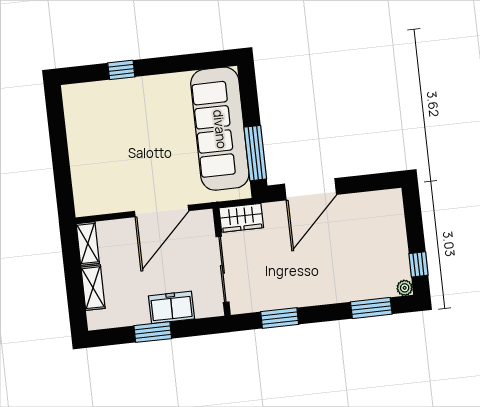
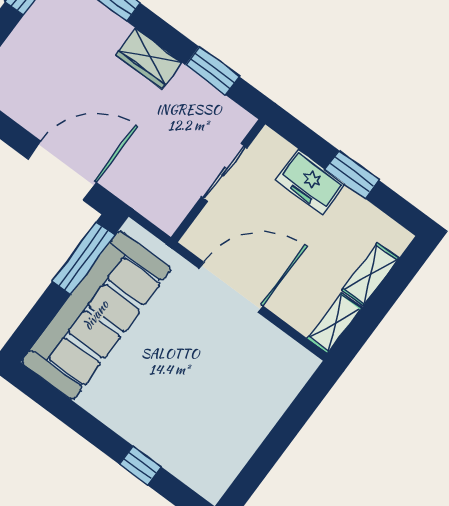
wardrobe: (241, 218) -> (149, 59), moved, turned 180
sliding door: (222, 269) -> (224, 172), width x0.73

